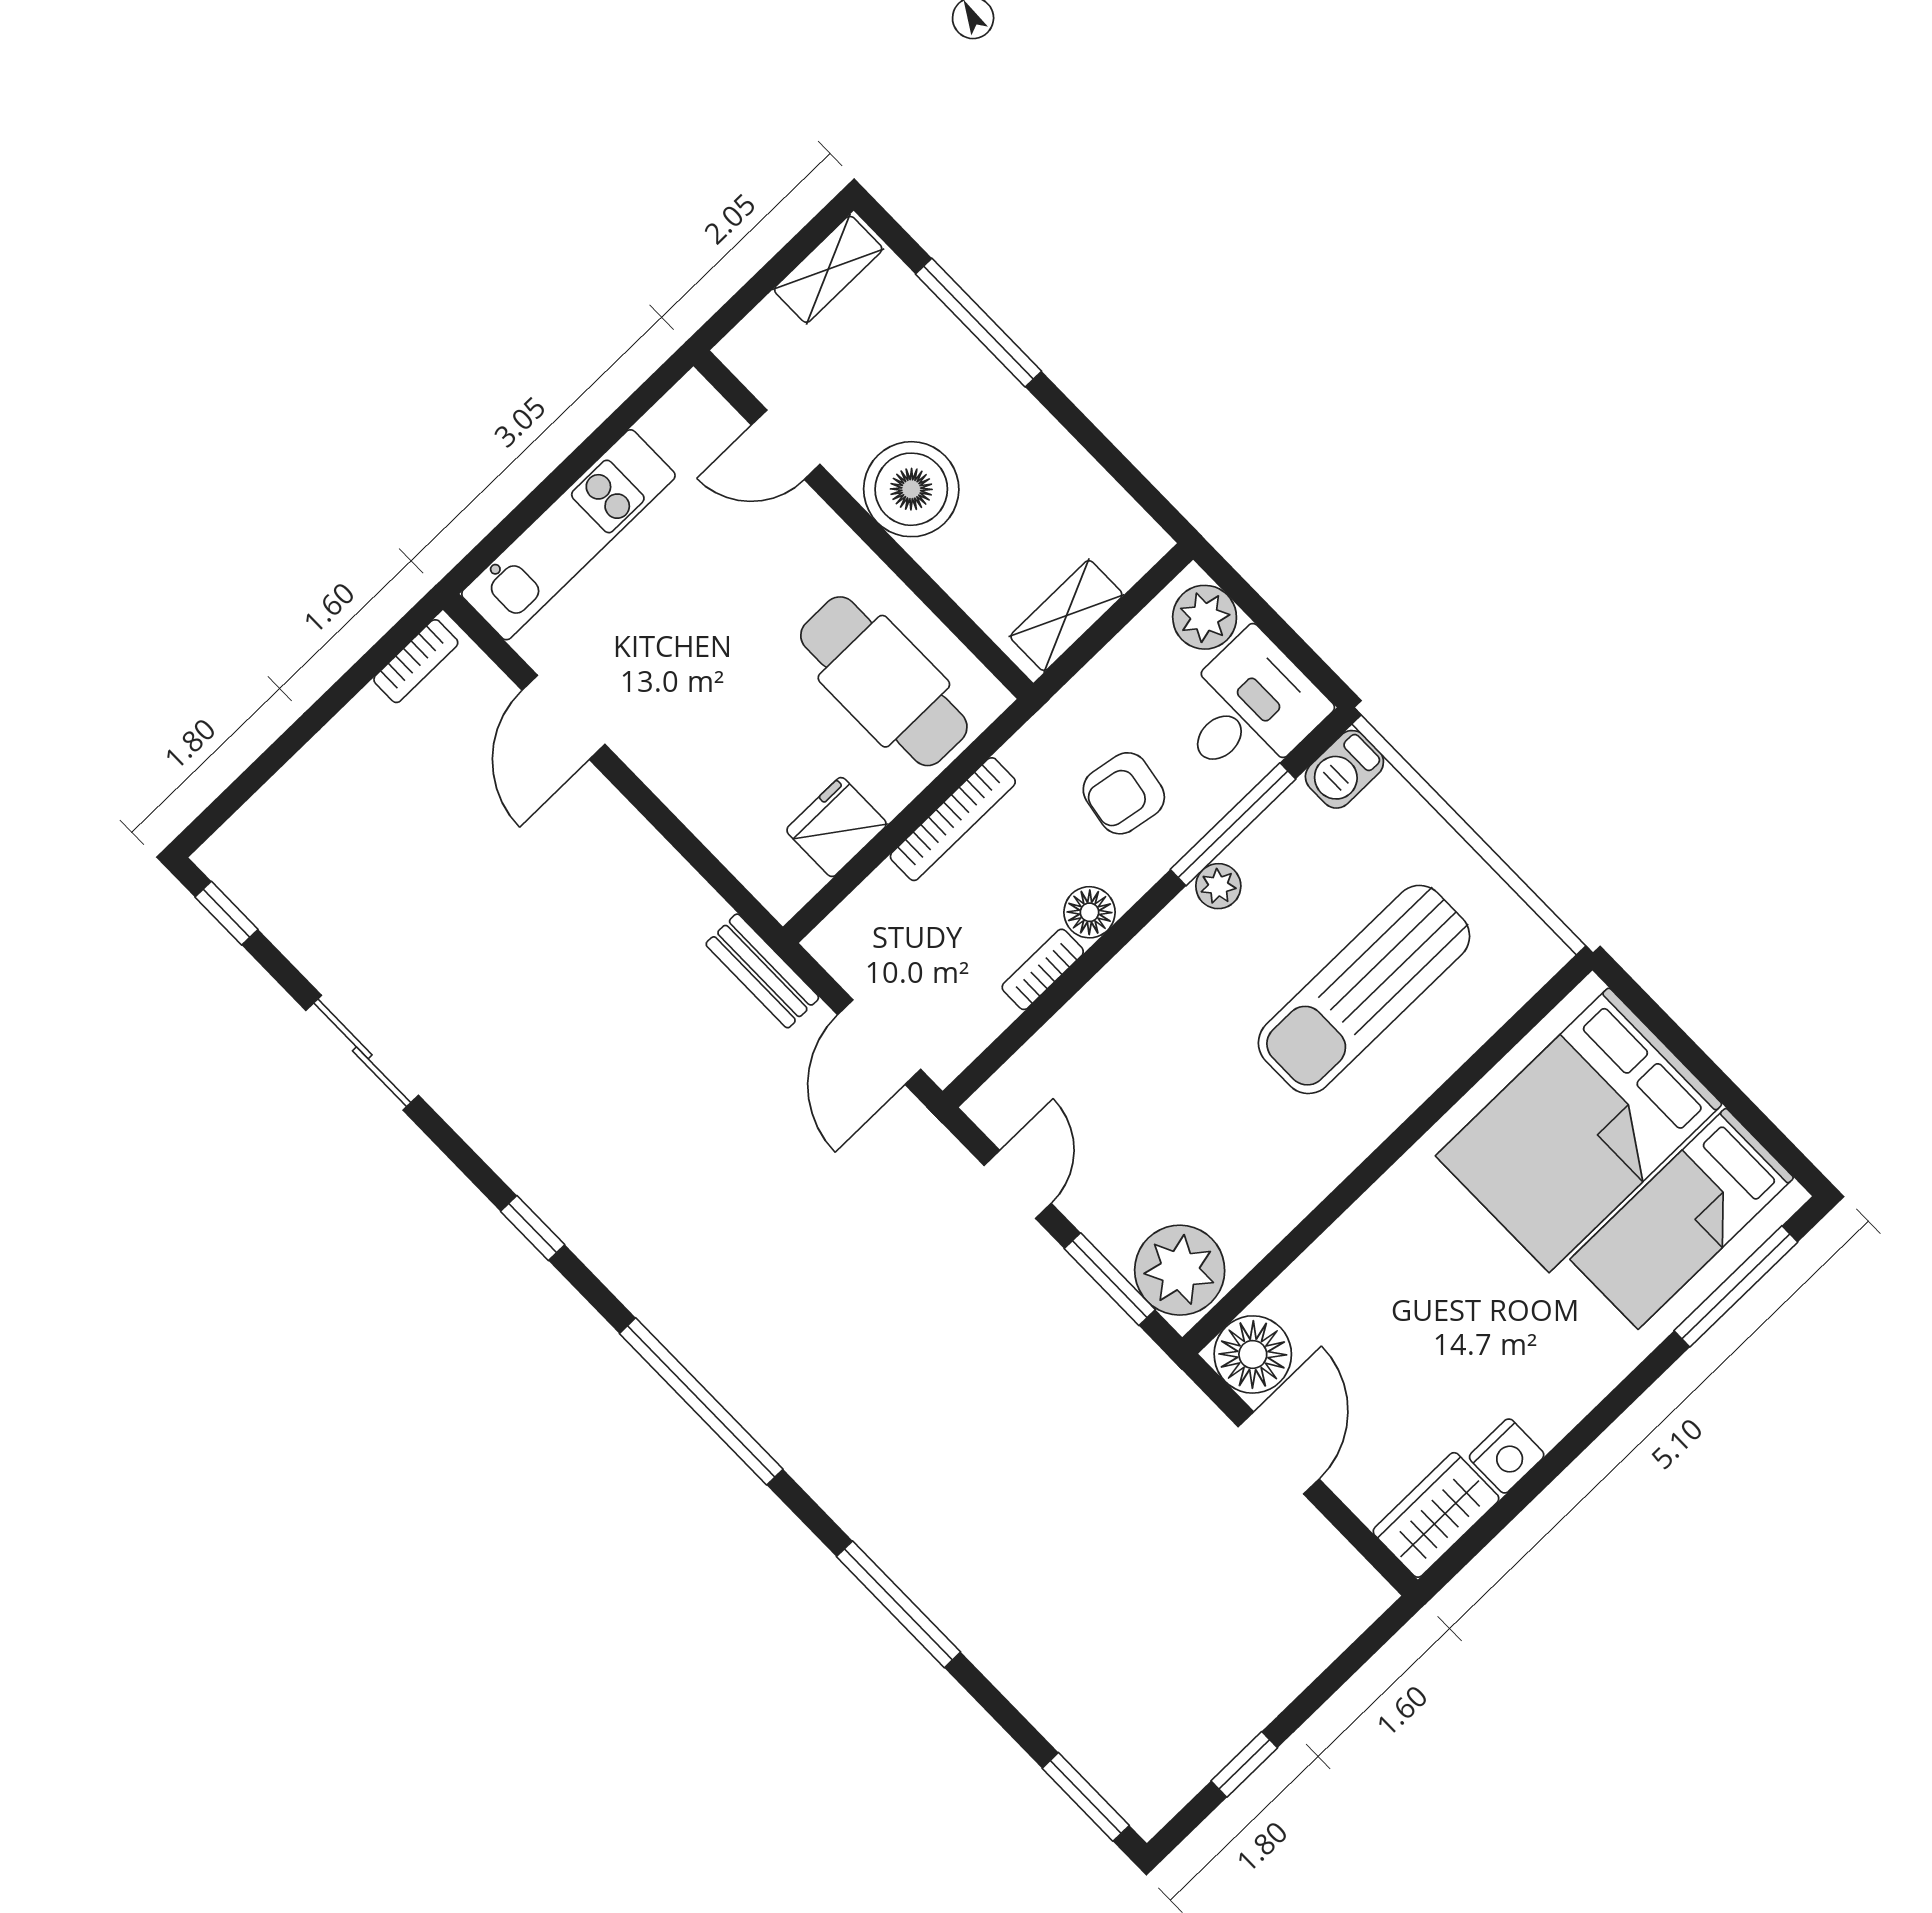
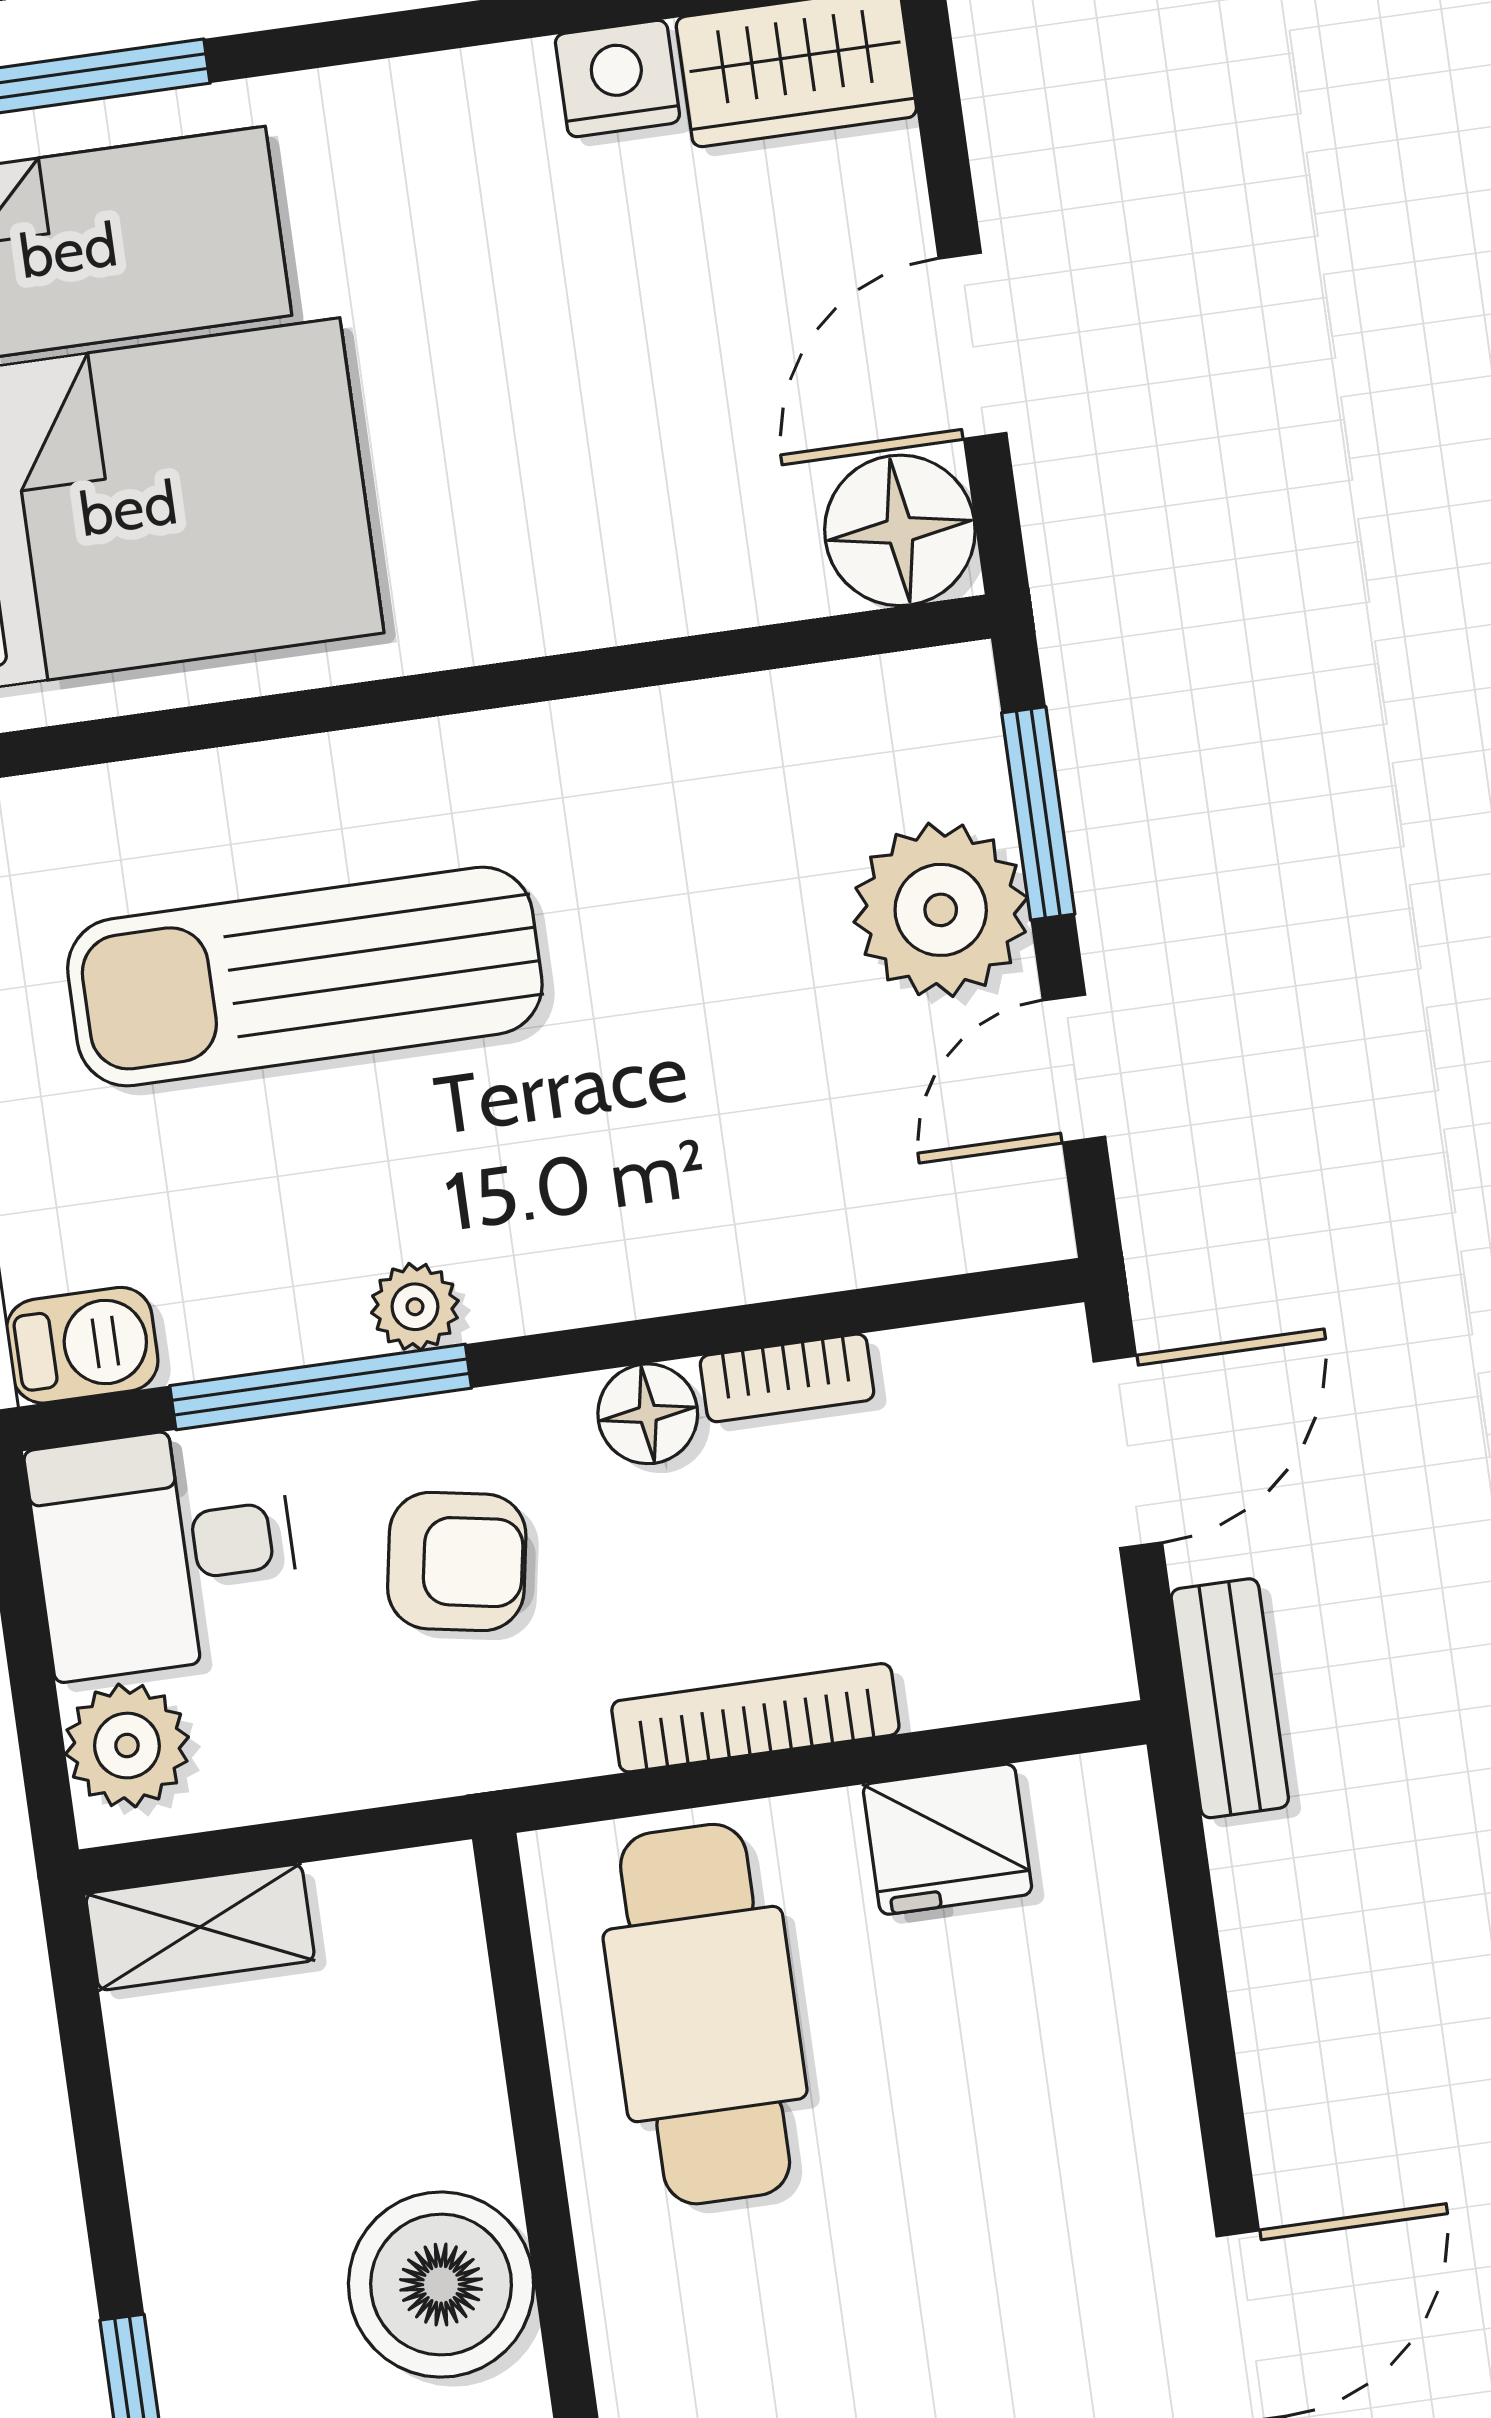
shelving: (1066, 616) -> (200, 1927), moved
sun lounger: (1364, 989) -> (305, 977), turned 180
plant: (1180, 1270) -> (941, 910), moved

